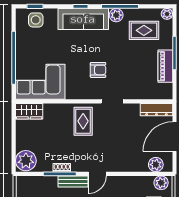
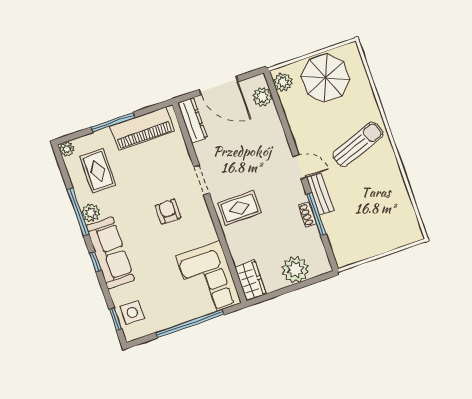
piano: (165, 66) -> (142, 129), width x1.37, depth x1.33
plant: (26, 161) -> (295, 270), moved

